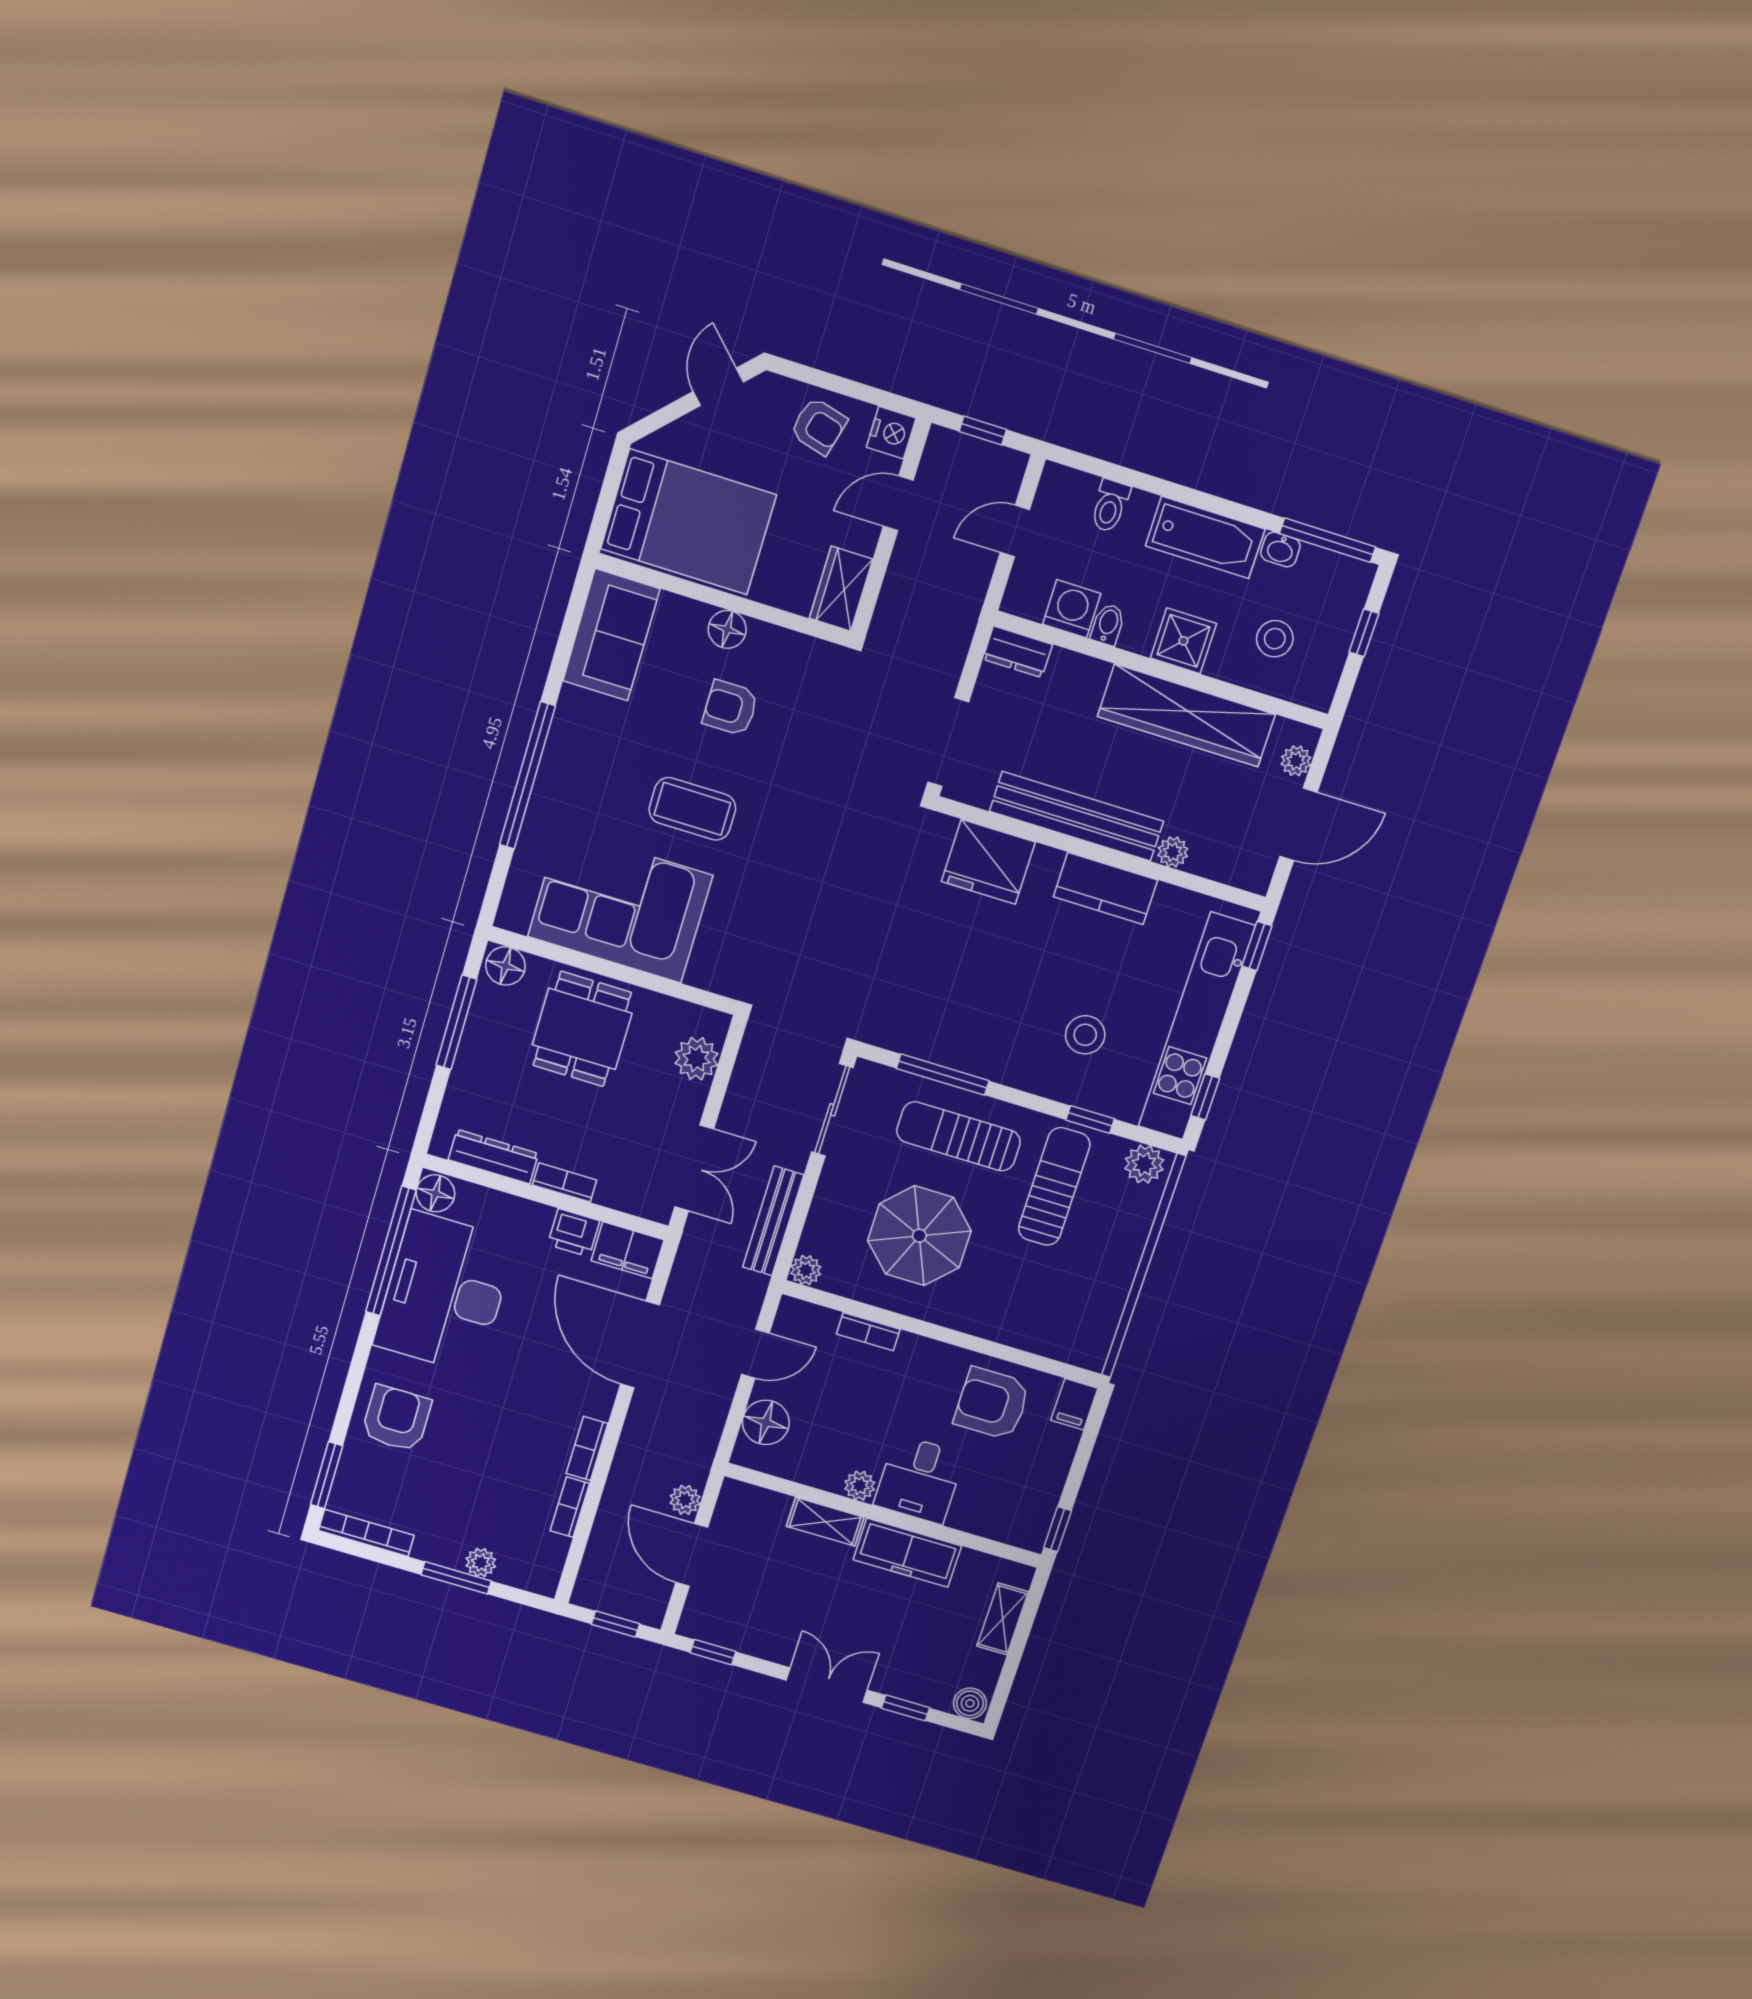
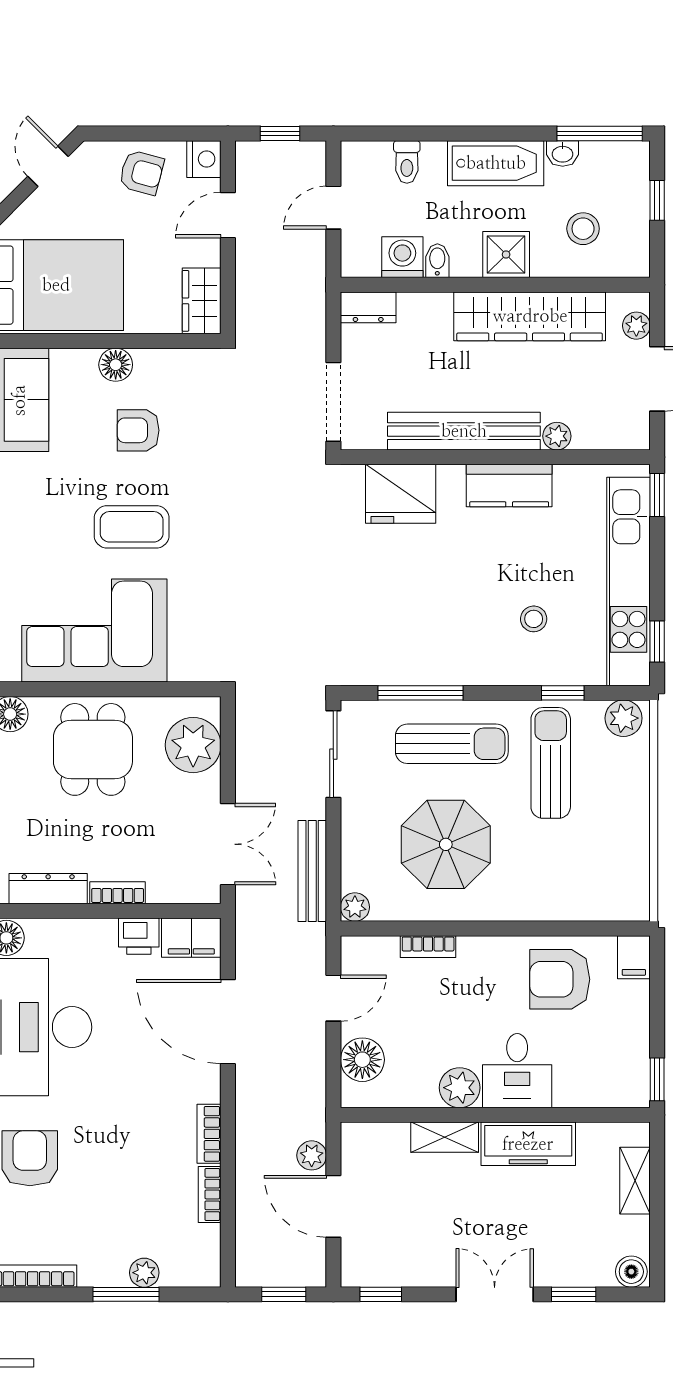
stool: (1085, 1035) -> (534, 619), width x0.73, depth x0.73
plant: (696, 1059) -> (193, 745), width x1.36, depth x1.36
sun lounger: (959, 1136) -> (452, 744), turned 180
plant: (860, 1486) -> (460, 1088), width x1.38, depth x1.38

